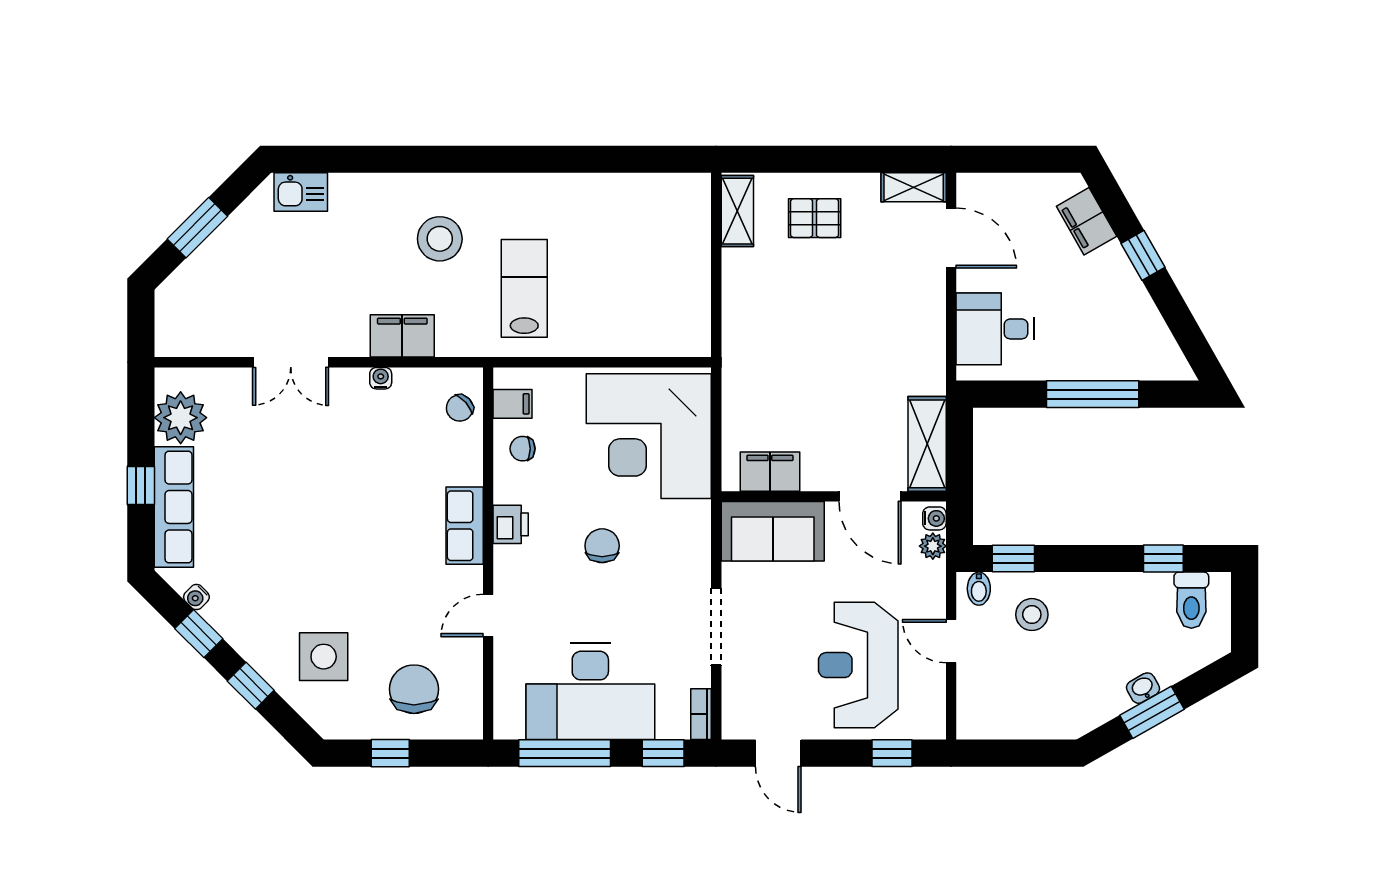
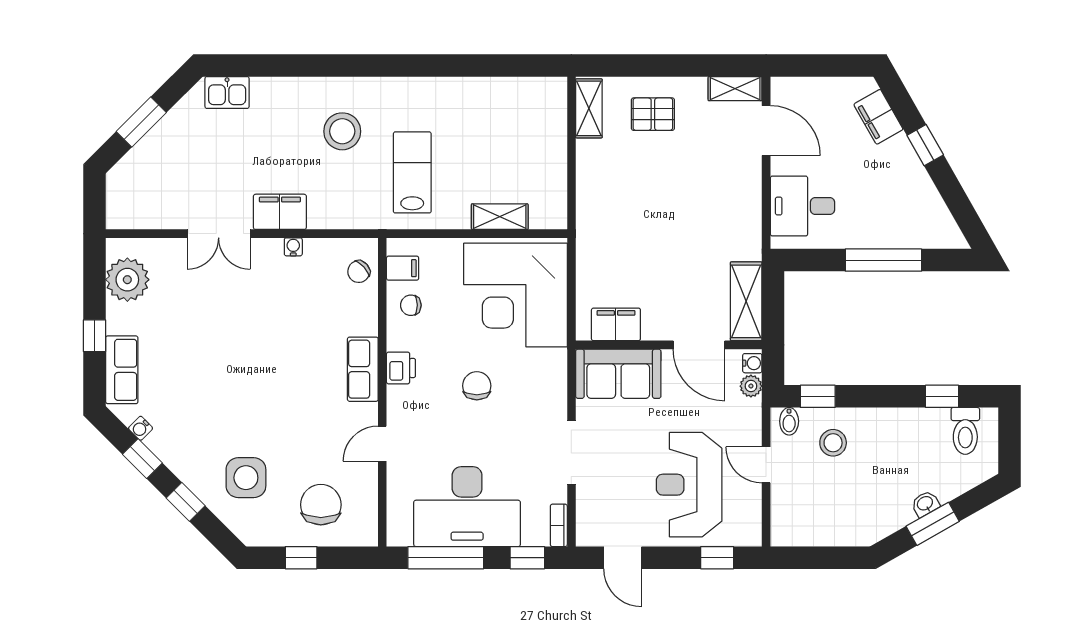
filing cabinet: (402, 336) -> (280, 212), moved
shelving: (630, 342) -> (500, 217), added
row of seats: (174, 507) -> (122, 370), width x0.68

